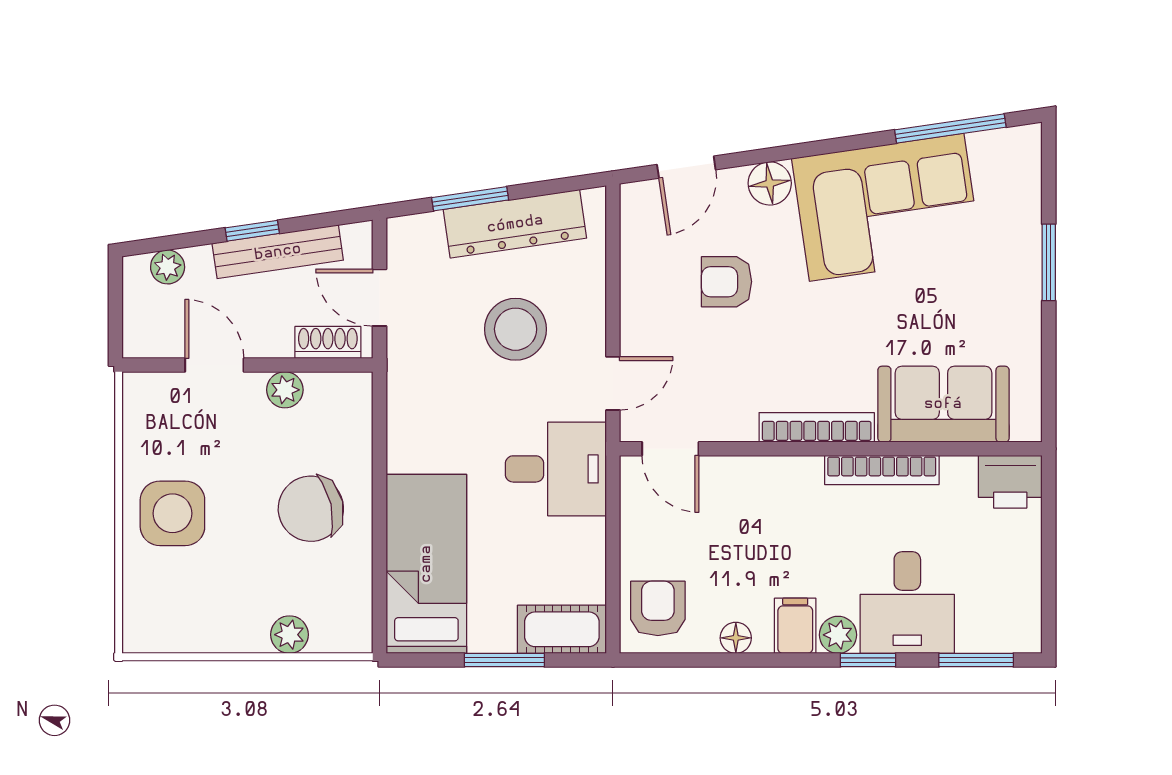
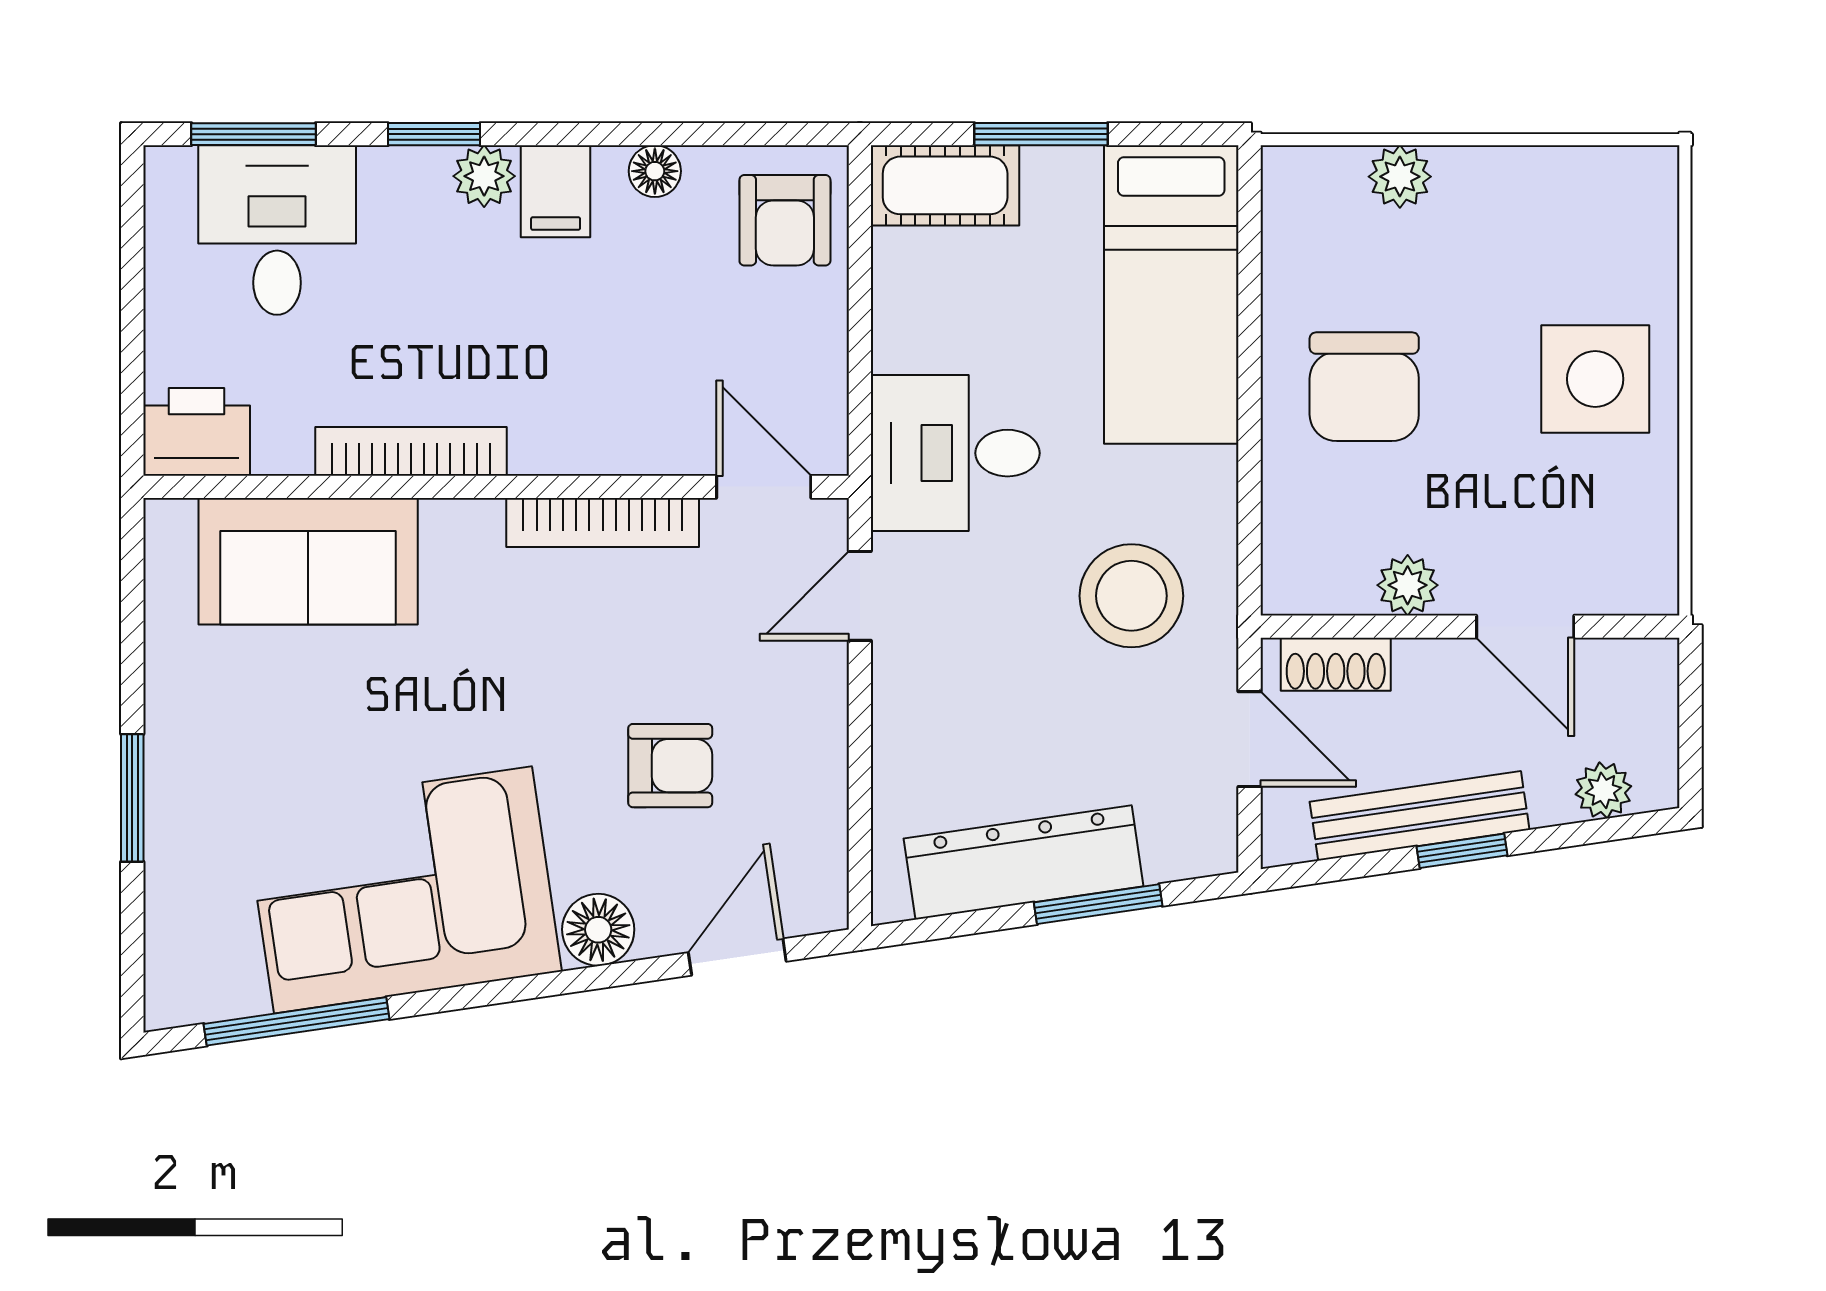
stool: (516, 329) -> (1131, 596), moved
bookcase: (817, 427) -> (603, 523), moved
chair: (311, 509) -> (1364, 387), turned 103
desk: (907, 603) -> (277, 230), moved

